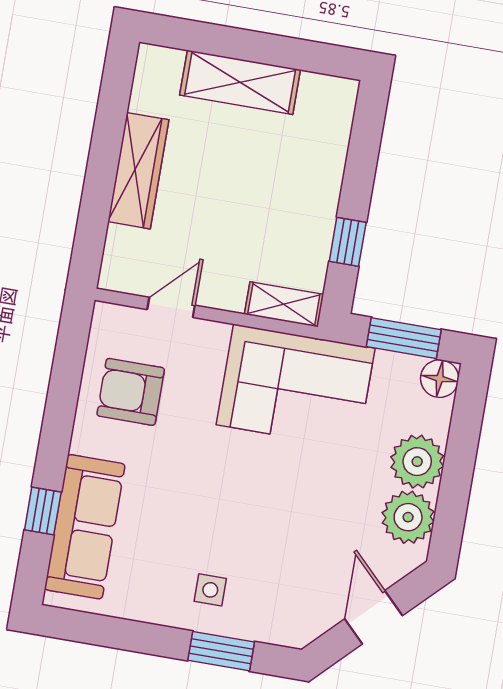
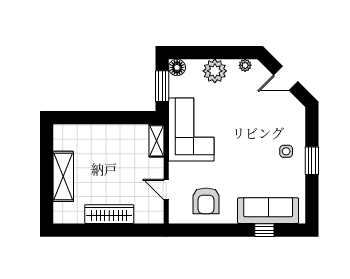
window: (348, 242) -> (124, 118), removed
plant: (408, 517) -> (245, 65), width x0.53, depth x0.53
window: (221, 651) -> (312, 161), moved

